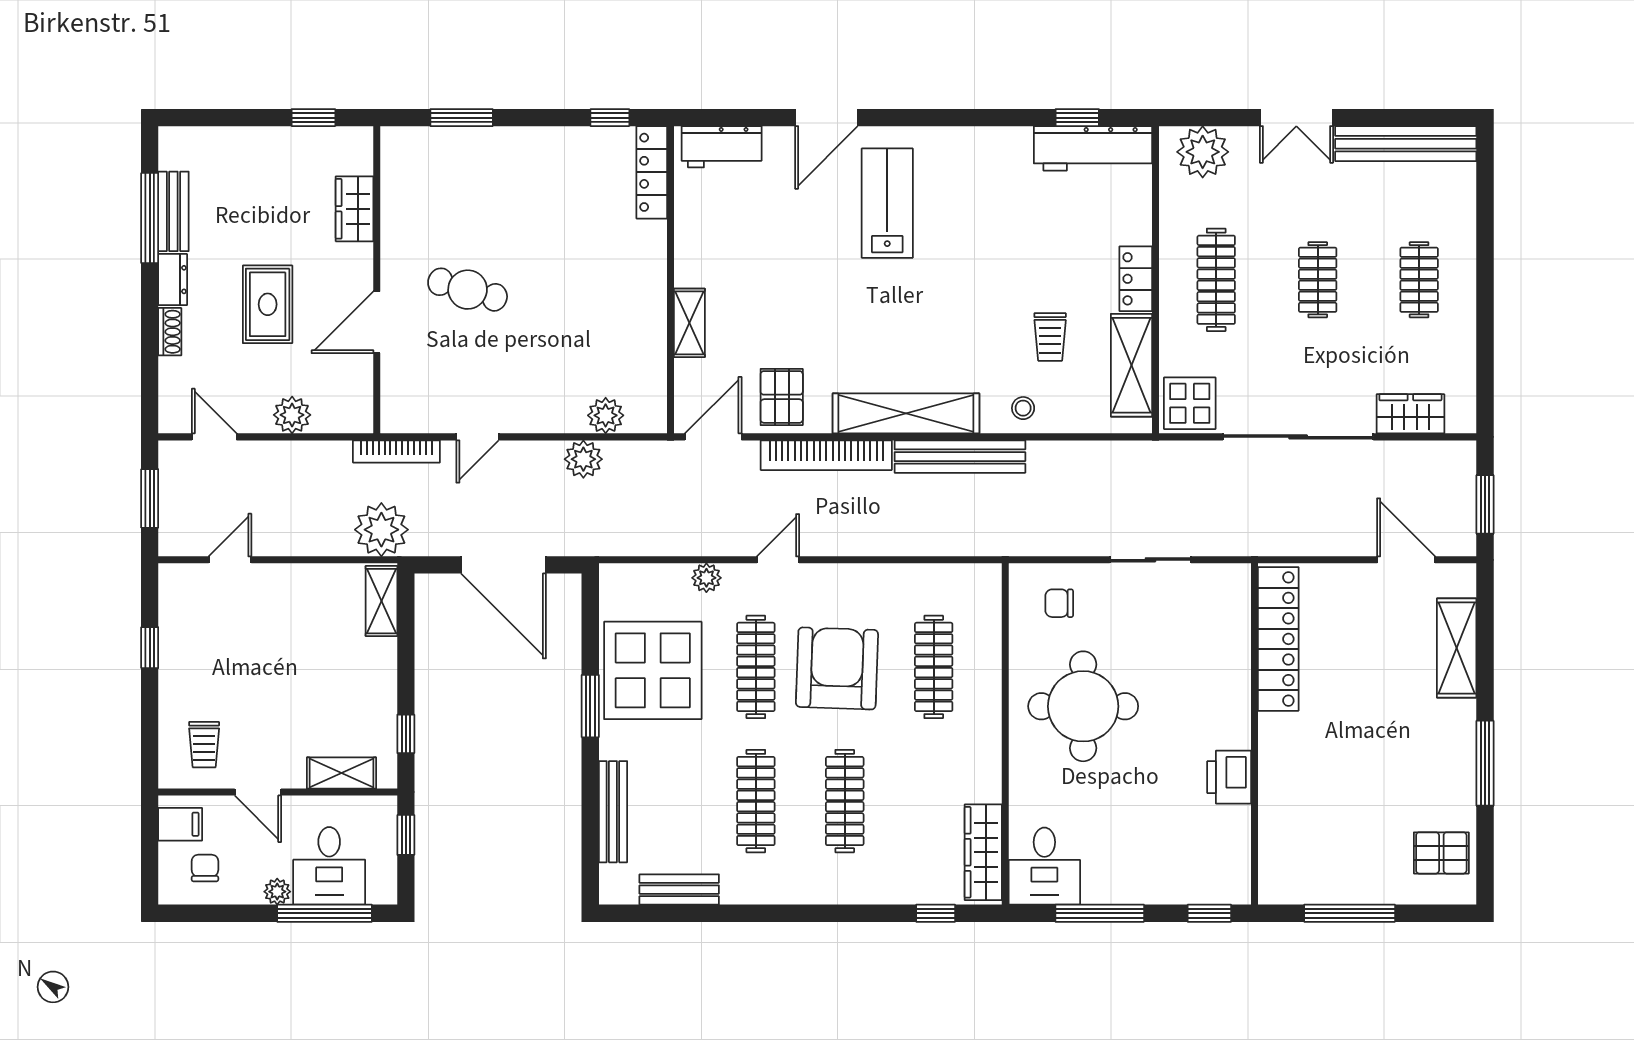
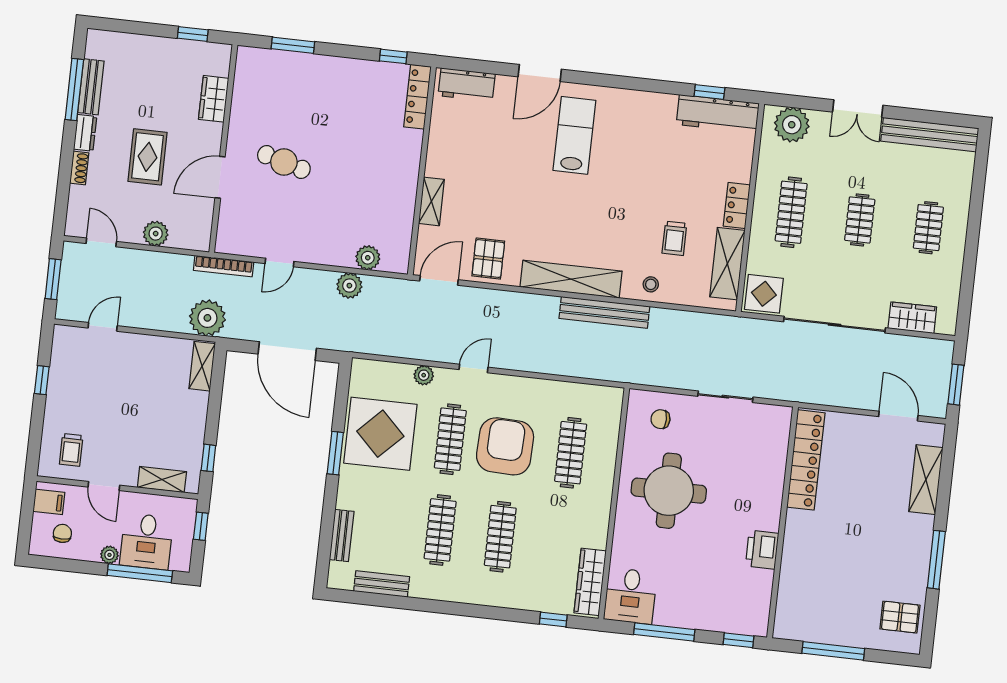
bookcase: (826, 455) -> (514, 301), removed
bench: (613, 812) -> (342, 535), width x0.73

